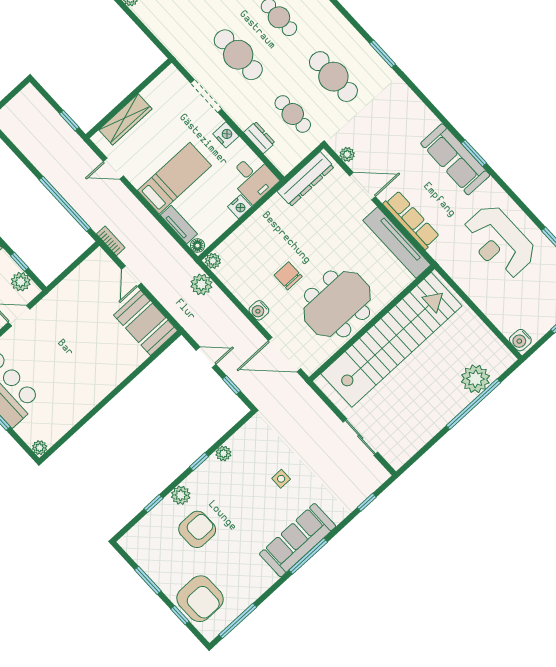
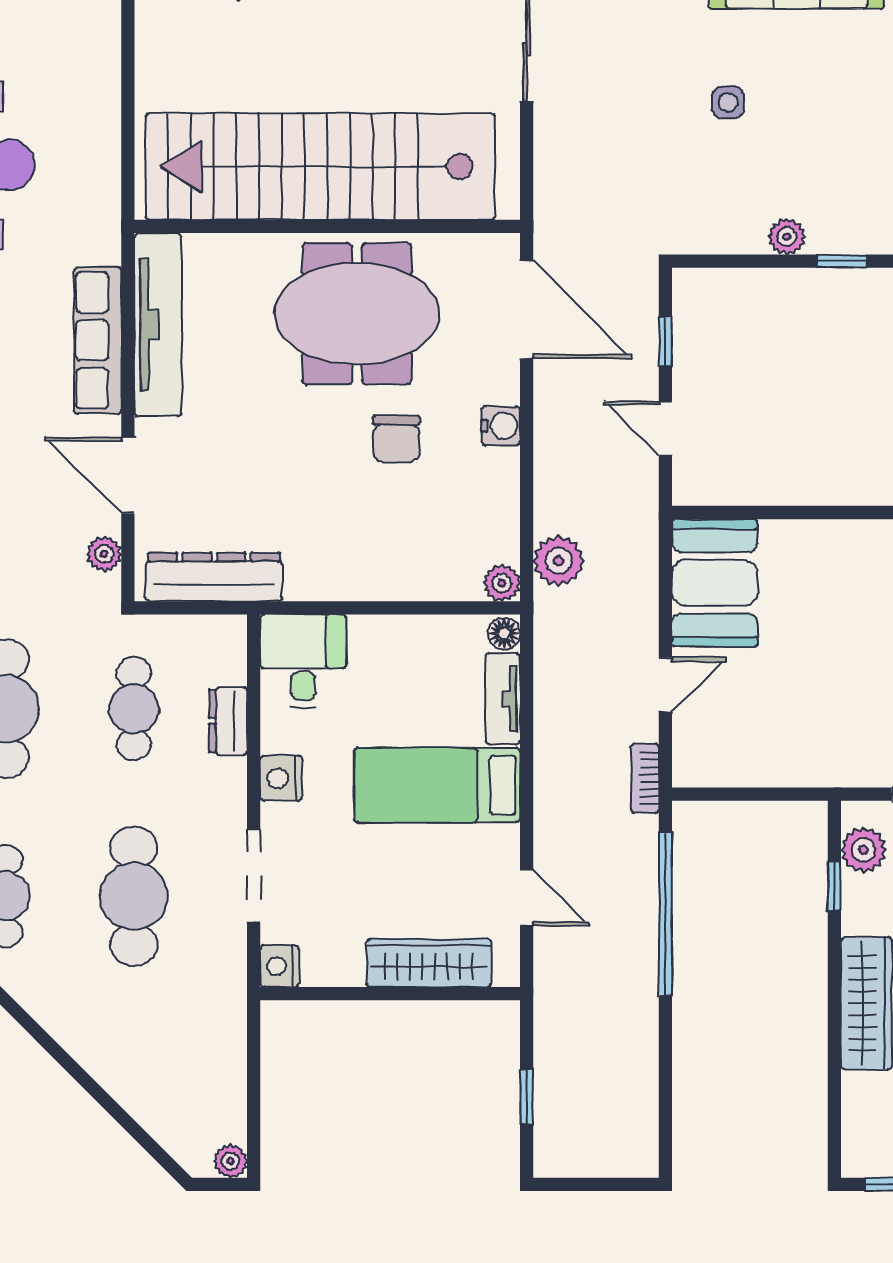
window: (69, 121) -> (527, 1097), moved
nightstand: (240, 207) -> (279, 966), moved, turned -90

